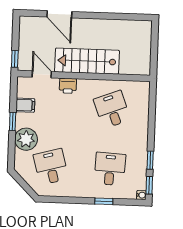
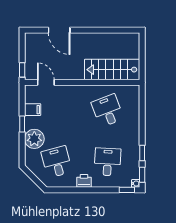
stairs: (87, 61) -> (112, 70), moved
printer: (68, 86) -> (84, 181), moved, turned 180
window: (104, 201) -> (127, 190), moved

